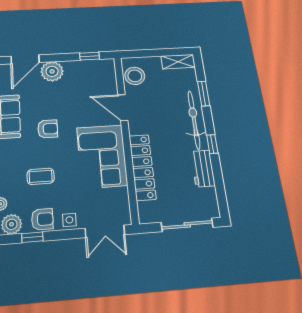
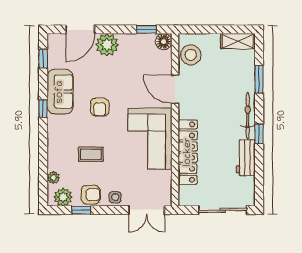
floor lamp: (107, 66) -> (164, 42), added
bicycle: (194, 120) -> (248, 115), width x0.73, depth x0.71
armchair: (48, 129) -> (100, 107), turned 90

